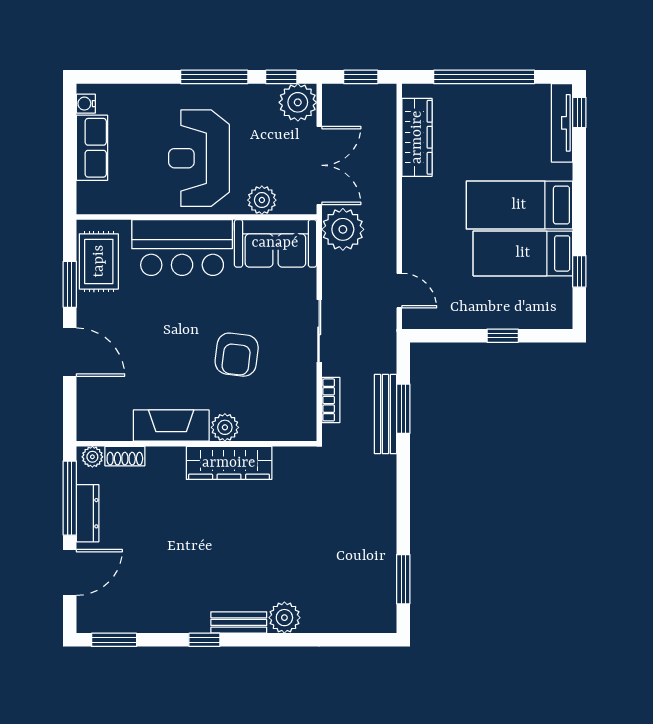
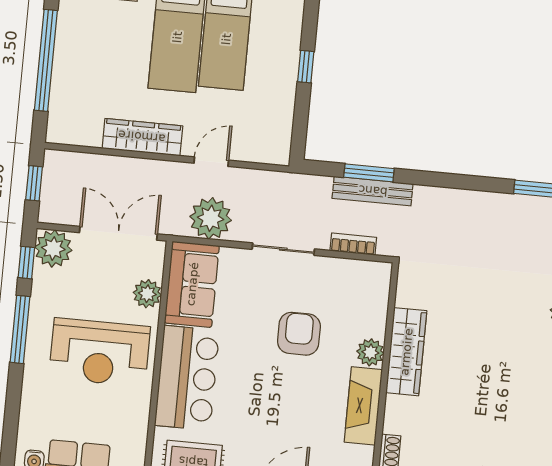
wardrobe: (417, 137) -> (142, 137), moved
plant: (343, 229) -> (211, 218), moved
door: (399, 291) -> (211, 162), moved
armchair: (237, 355) -> (299, 334), turned -97

